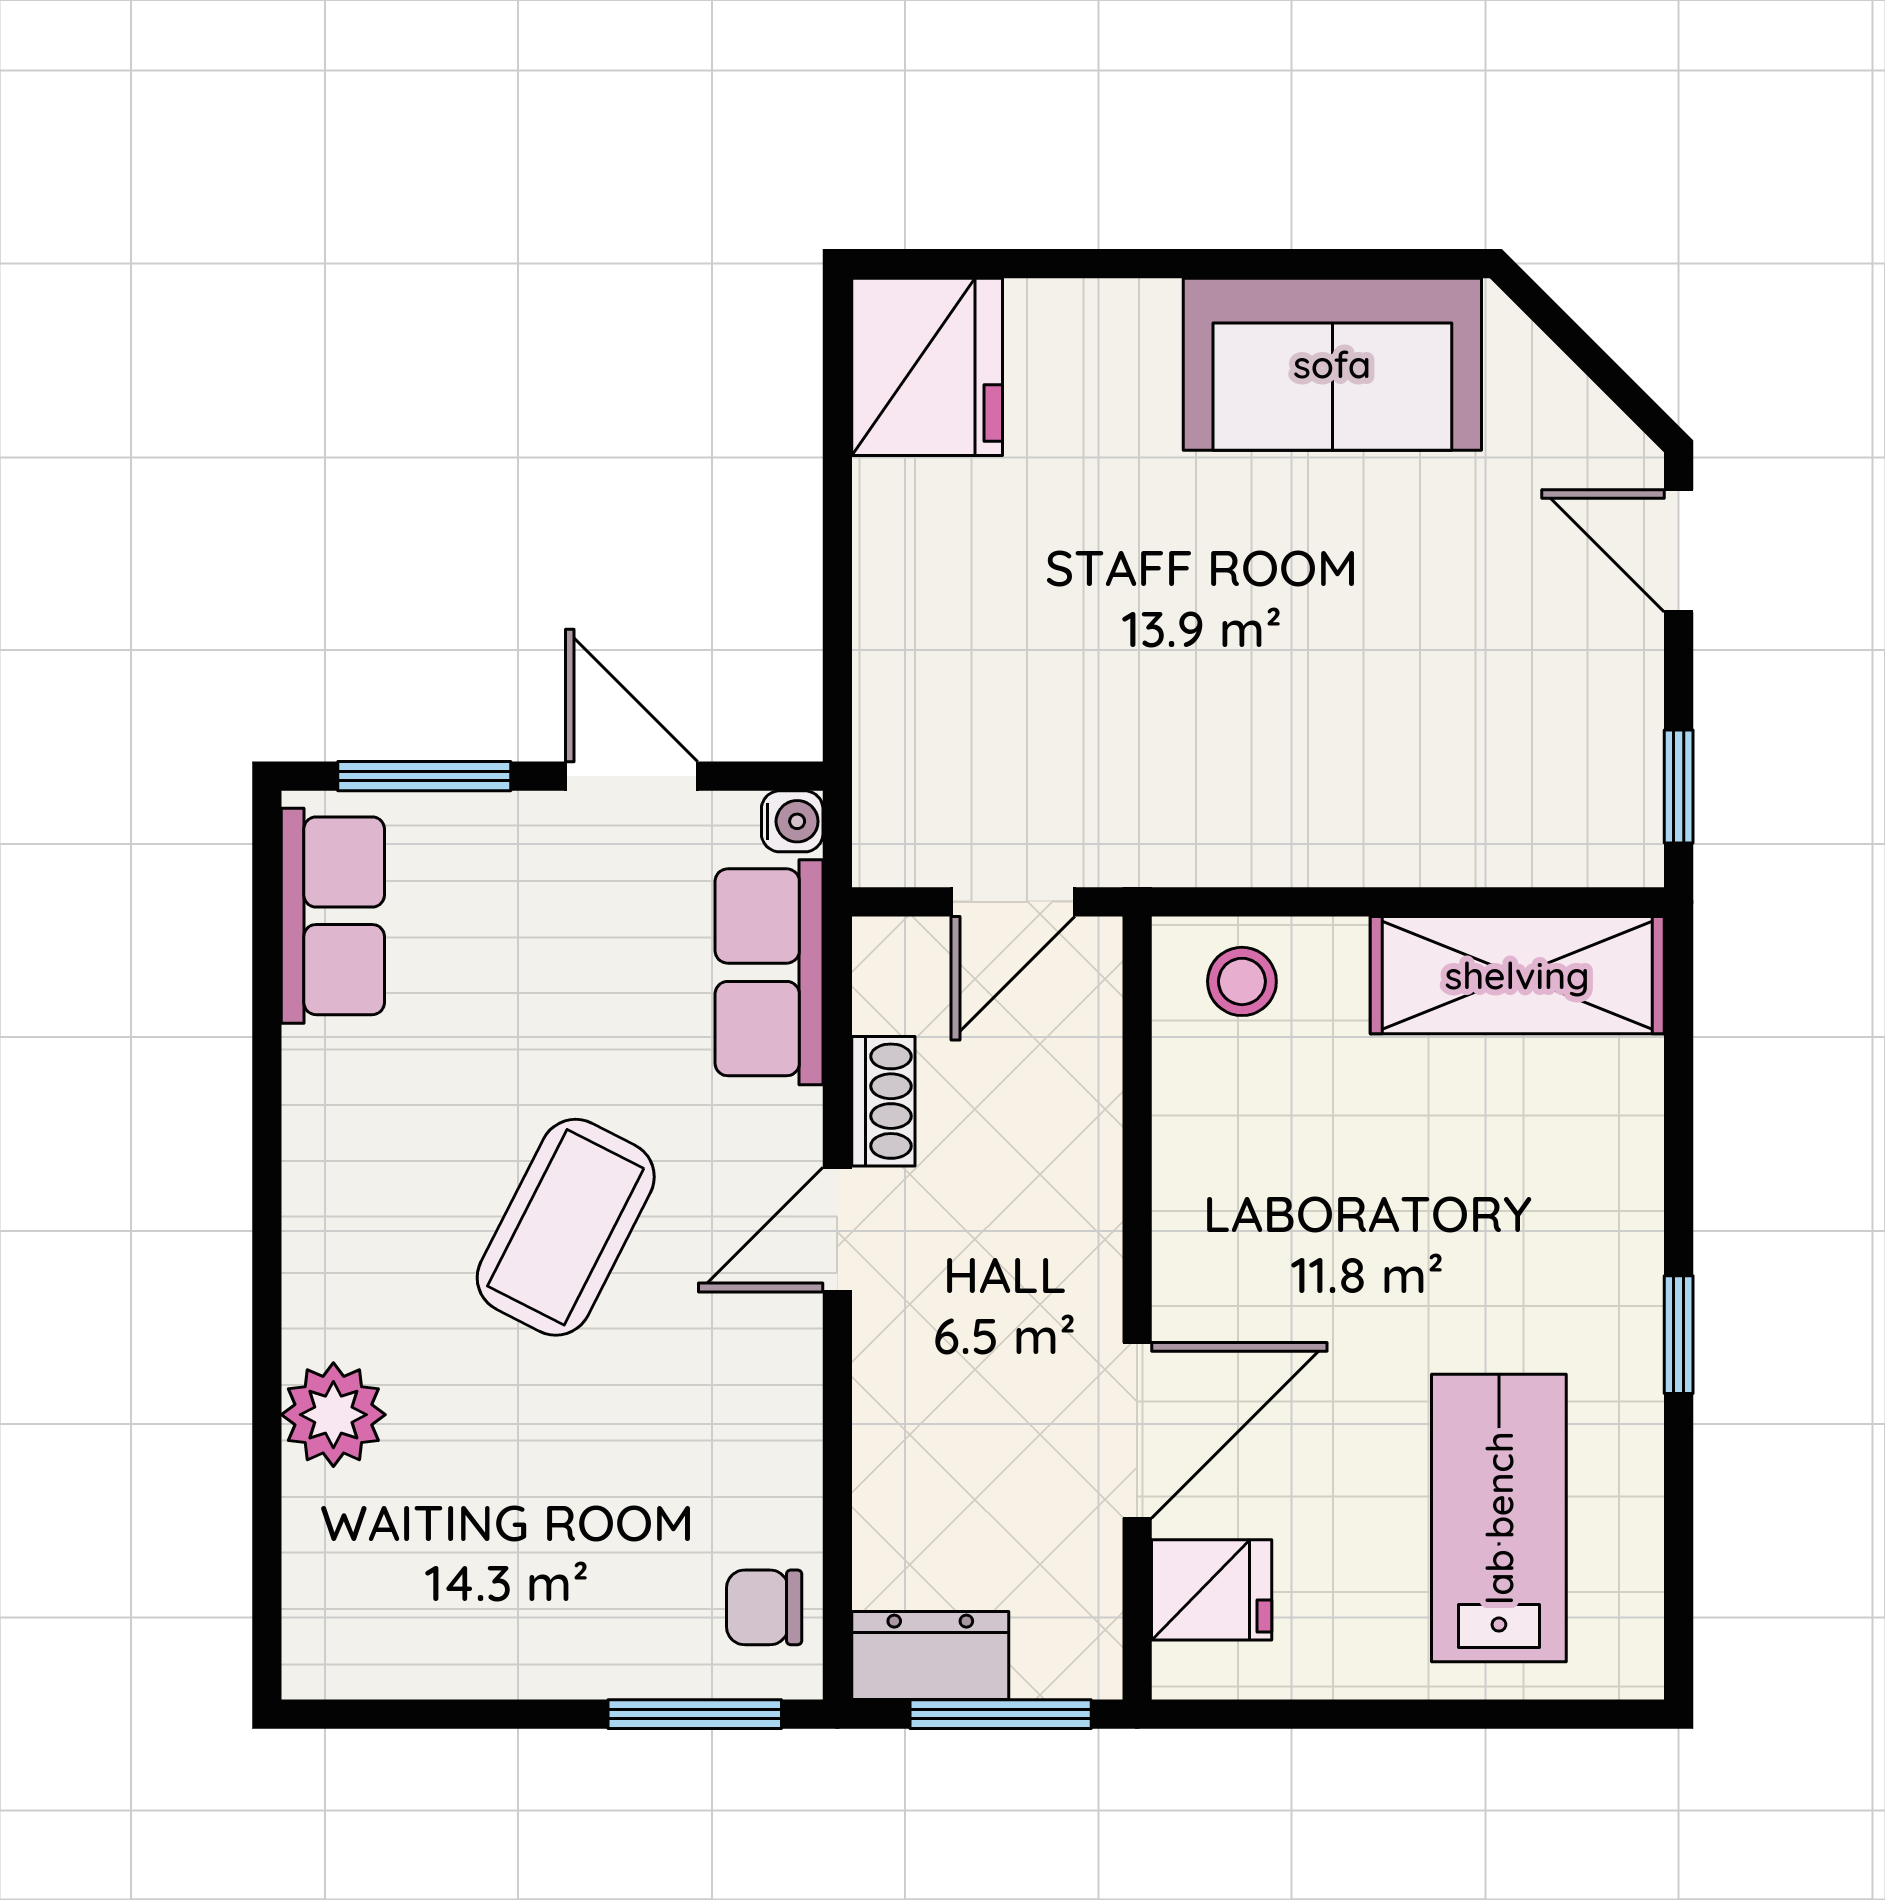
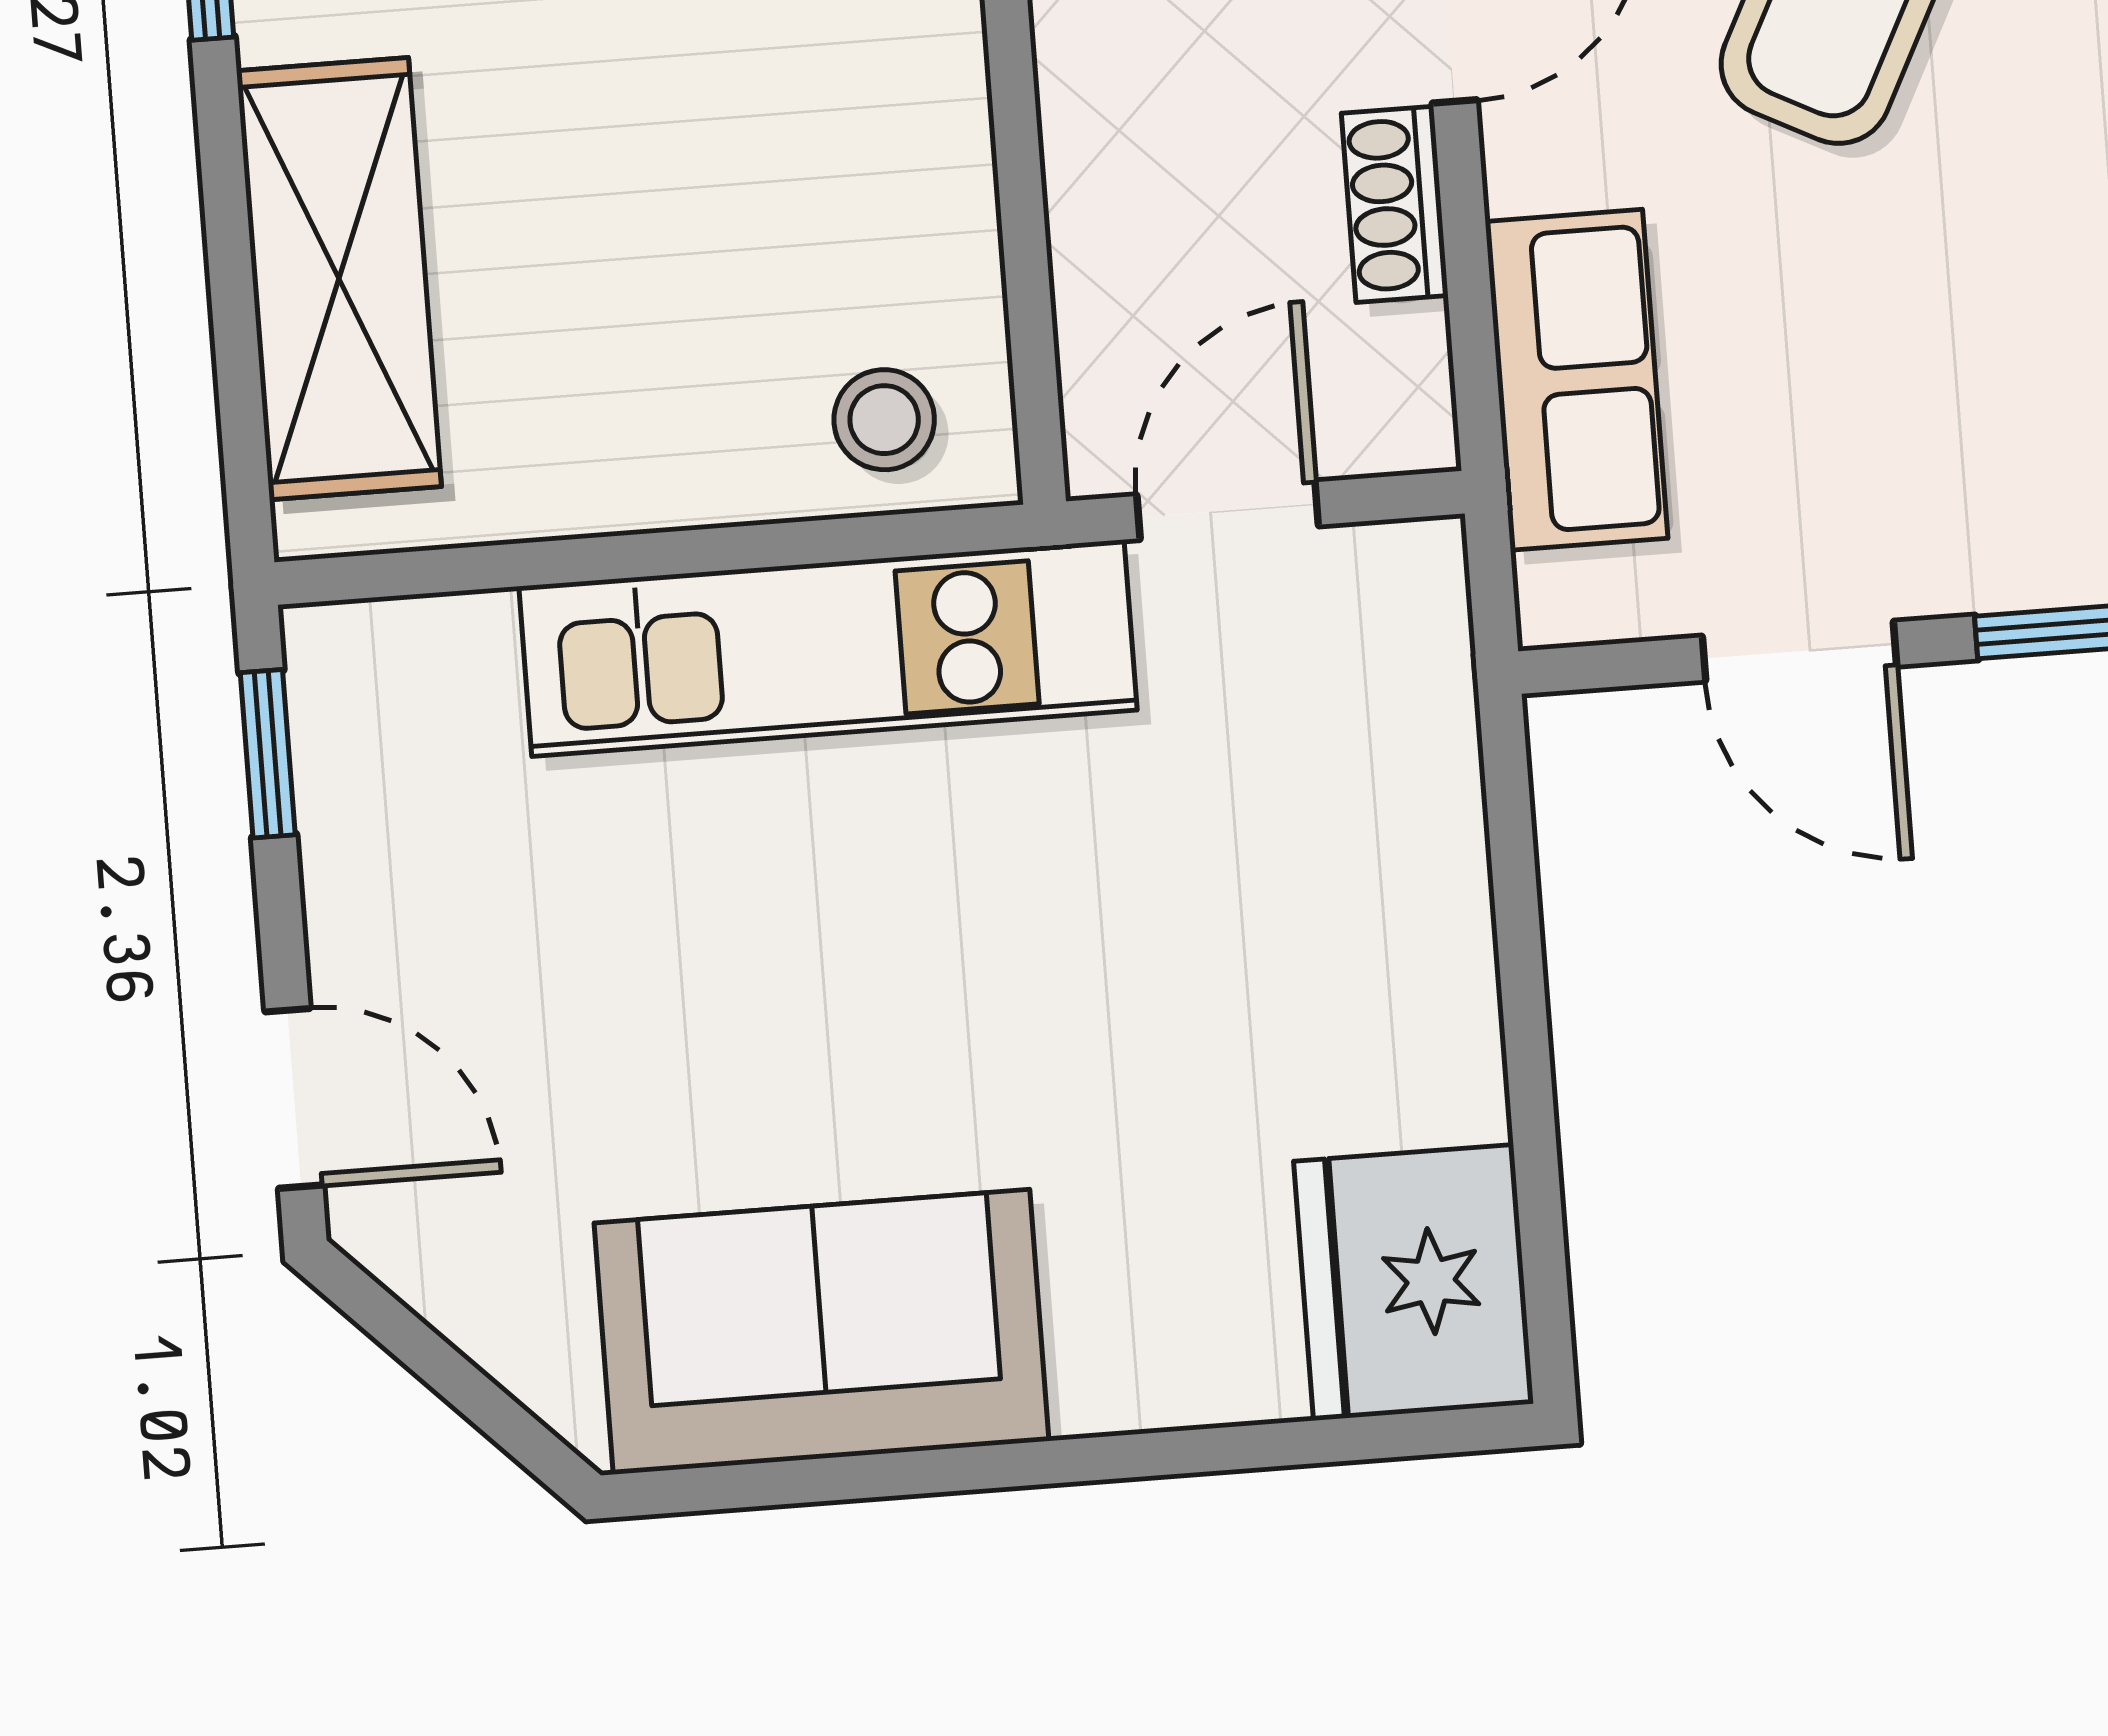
water cooler: (792, 821) -> (1560, 603), removed
kitchen unit: (1292, 829) -> (828, 648), added
shelving: (1517, 975) -> (339, 279), moved, turned 90

